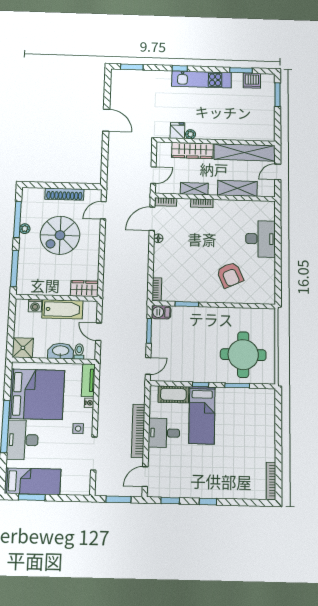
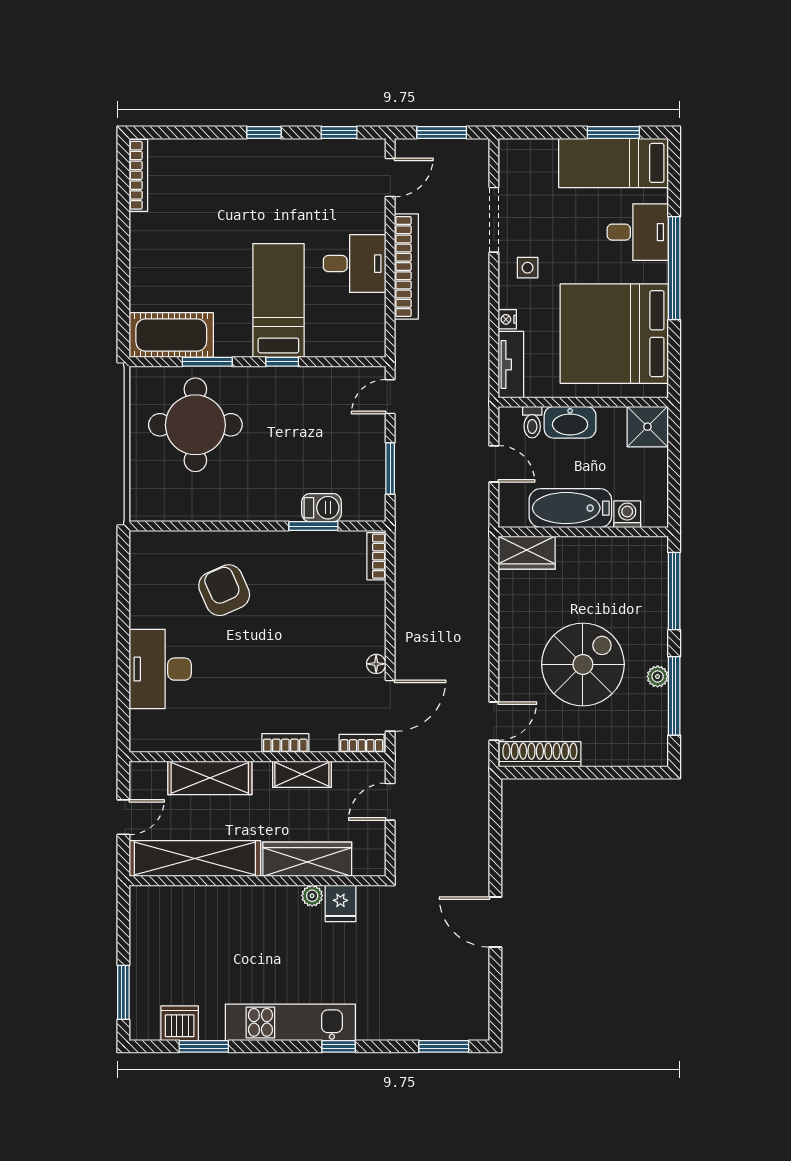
shoe rack: (64, 194) -> (540, 754), moved
barbecue: (161, 312) -> (322, 508), moved
cot: (173, 394) -> (171, 335), moved, width x1.37, depth x1.34
desk: (23, 440) -> (638, 232), width x0.73

